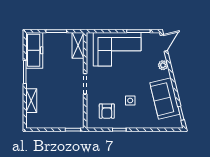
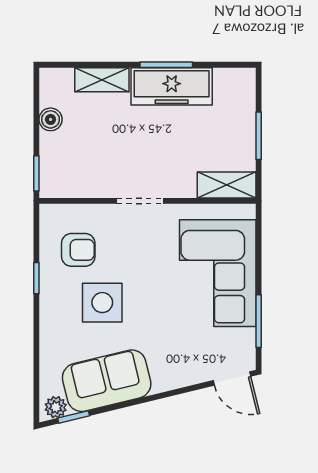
freezer: (34, 50) -> (172, 86), moved
plant: (163, 65) -> (56, 407), moved
side table: (130, 100) -> (102, 303), width x1.87, depth x1.87
armchair: (107, 111) -> (78, 250), turned 180
boiler: (49, 123) -> (51, 119), added

